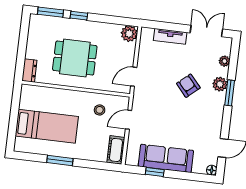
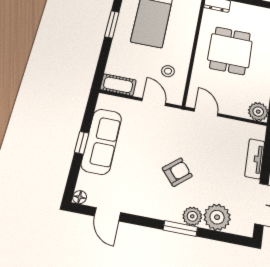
plant: (224, 61) -> (217, 217), width x1.87, depth x1.87
armchair: (188, 86) -> (177, 172), moved
window: (155, 172) -> (82, 143), moved

